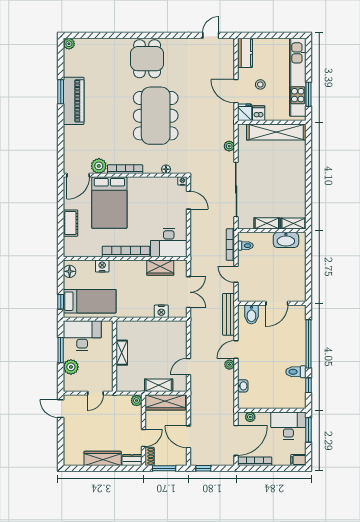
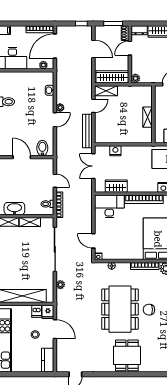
chair: (120, 115) -> (149, 310), added
door: (277, 303) -> (22, 157), hinge flipped
bench: (229, 314) -> (87, 131), moved
shelving: (159, 385) -> (106, 91), moved

